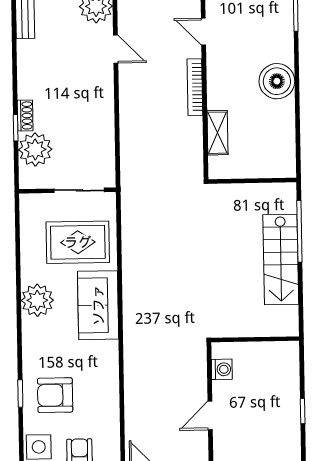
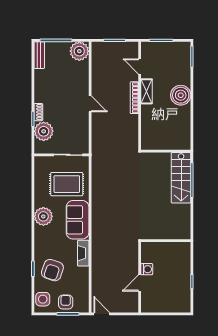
door: (116, 49) -> (90, 104), moved
shelving: (217, 133) -> (147, 91), moved
stairs: (281, 260) -> (181, 178), moved
fireplace: (109, 364) -> (83, 253), added
washing machine: (222, 369) -> (147, 269), moved
armchair: (55, 395) -> (52, 270), turned -71

